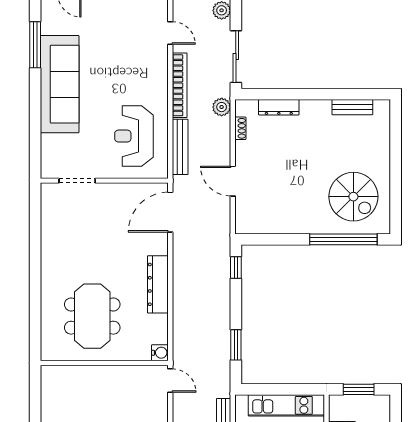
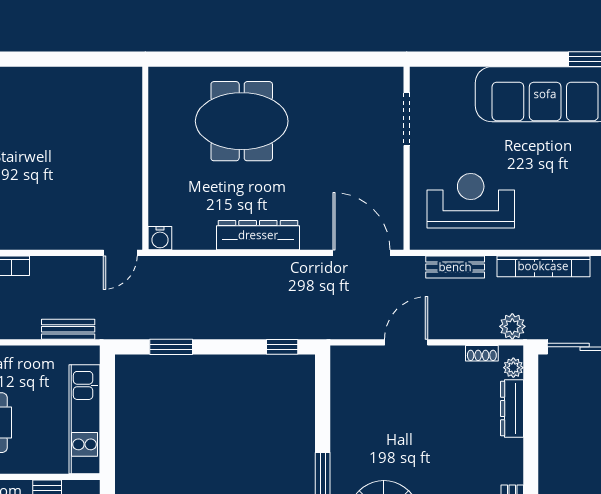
plant: (250, 106) -> (513, 368), added
bench: (180, 147) -> (455, 267), width x0.73
meeting table: (92, 316) -> (242, 121), moved

